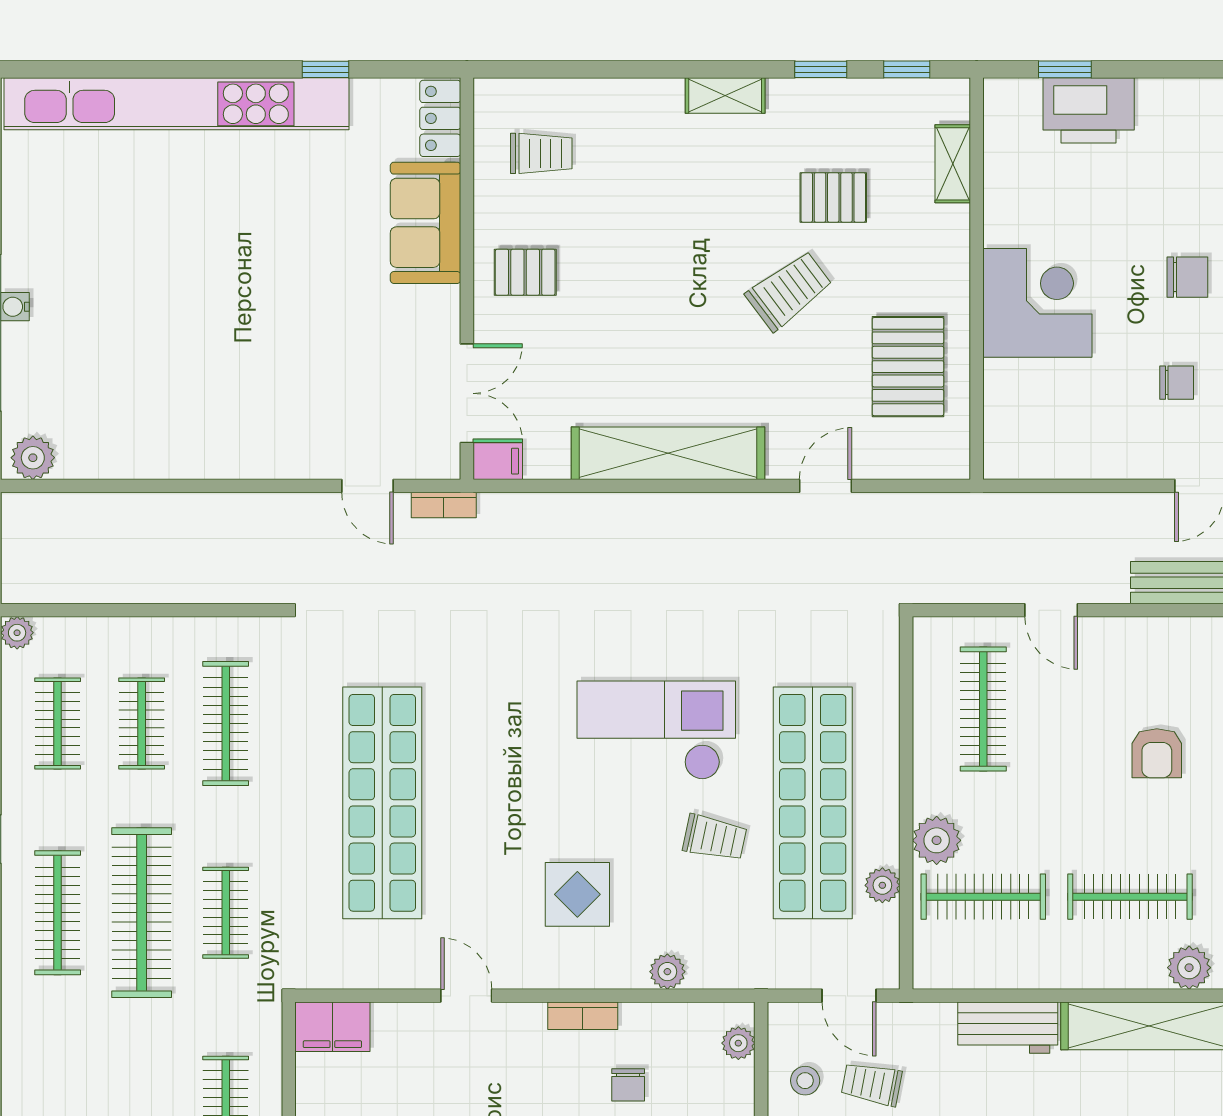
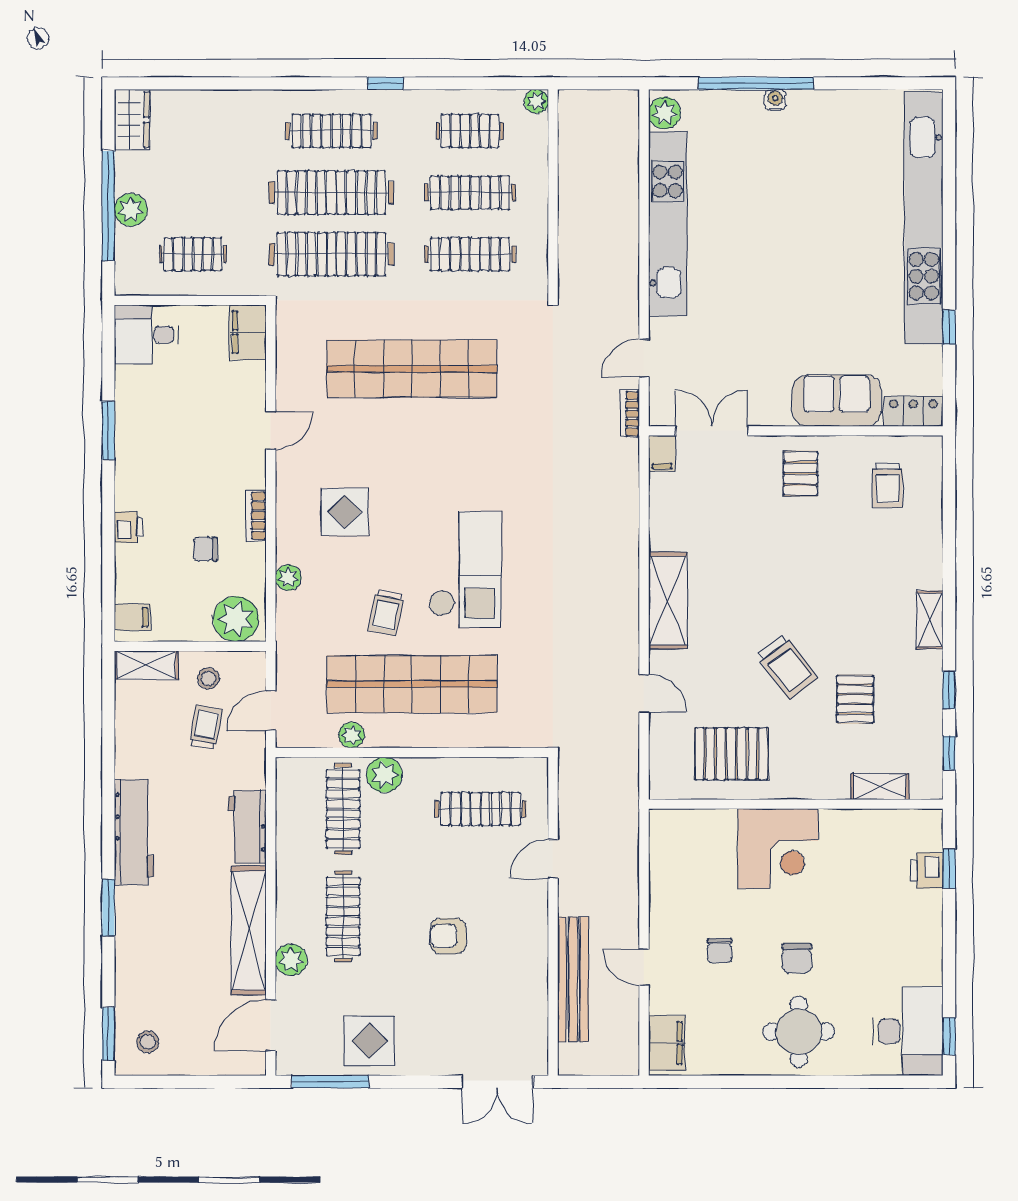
printer: (1089, 110) -> (927, 871), width x0.53, depth x0.68
double door: (467, 393) -> (712, 431), swing flipped
shelving: (668, 453) -> (668, 601), width x0.68
kitchen unit: (184, 454) -> (668, 224), added
clothes rail: (142, 724) -> (470, 193), width x1.36
clothes rail: (226, 913) -> (331, 254), width x1.86, depth x1.31
plant: (738, 1043) -> (236, 619), width x1.87, depth x1.87

